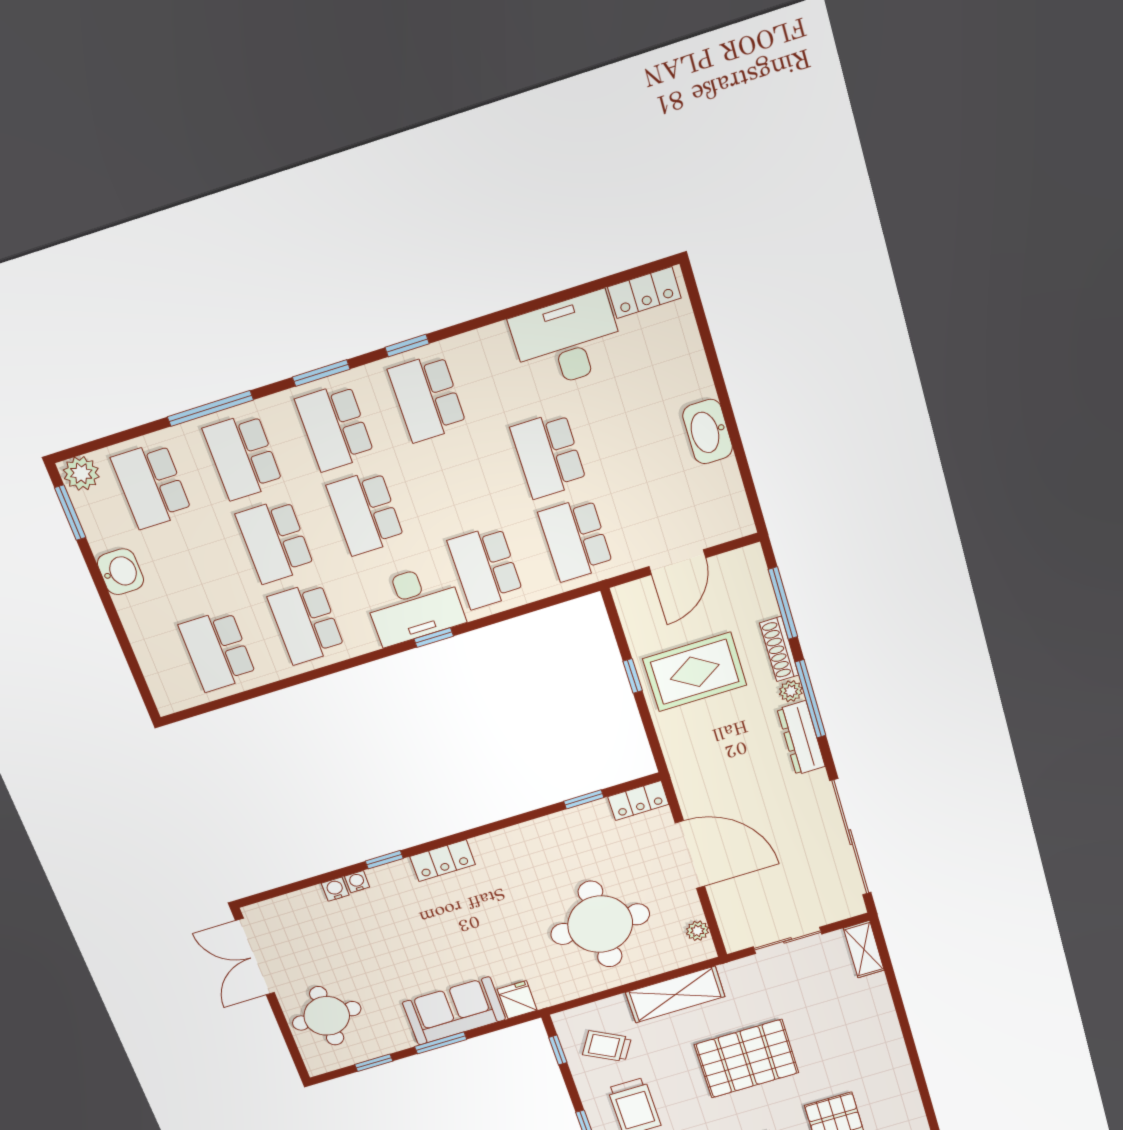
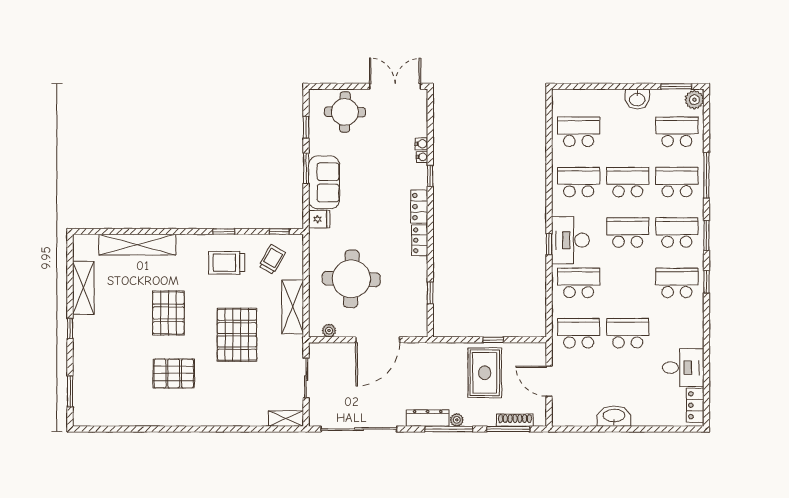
desk: (567, 341) -> (683, 368), width x0.73
shoe rack: (779, 649) -> (515, 420), moved
locker: (638, 800) -> (420, 240), moved

